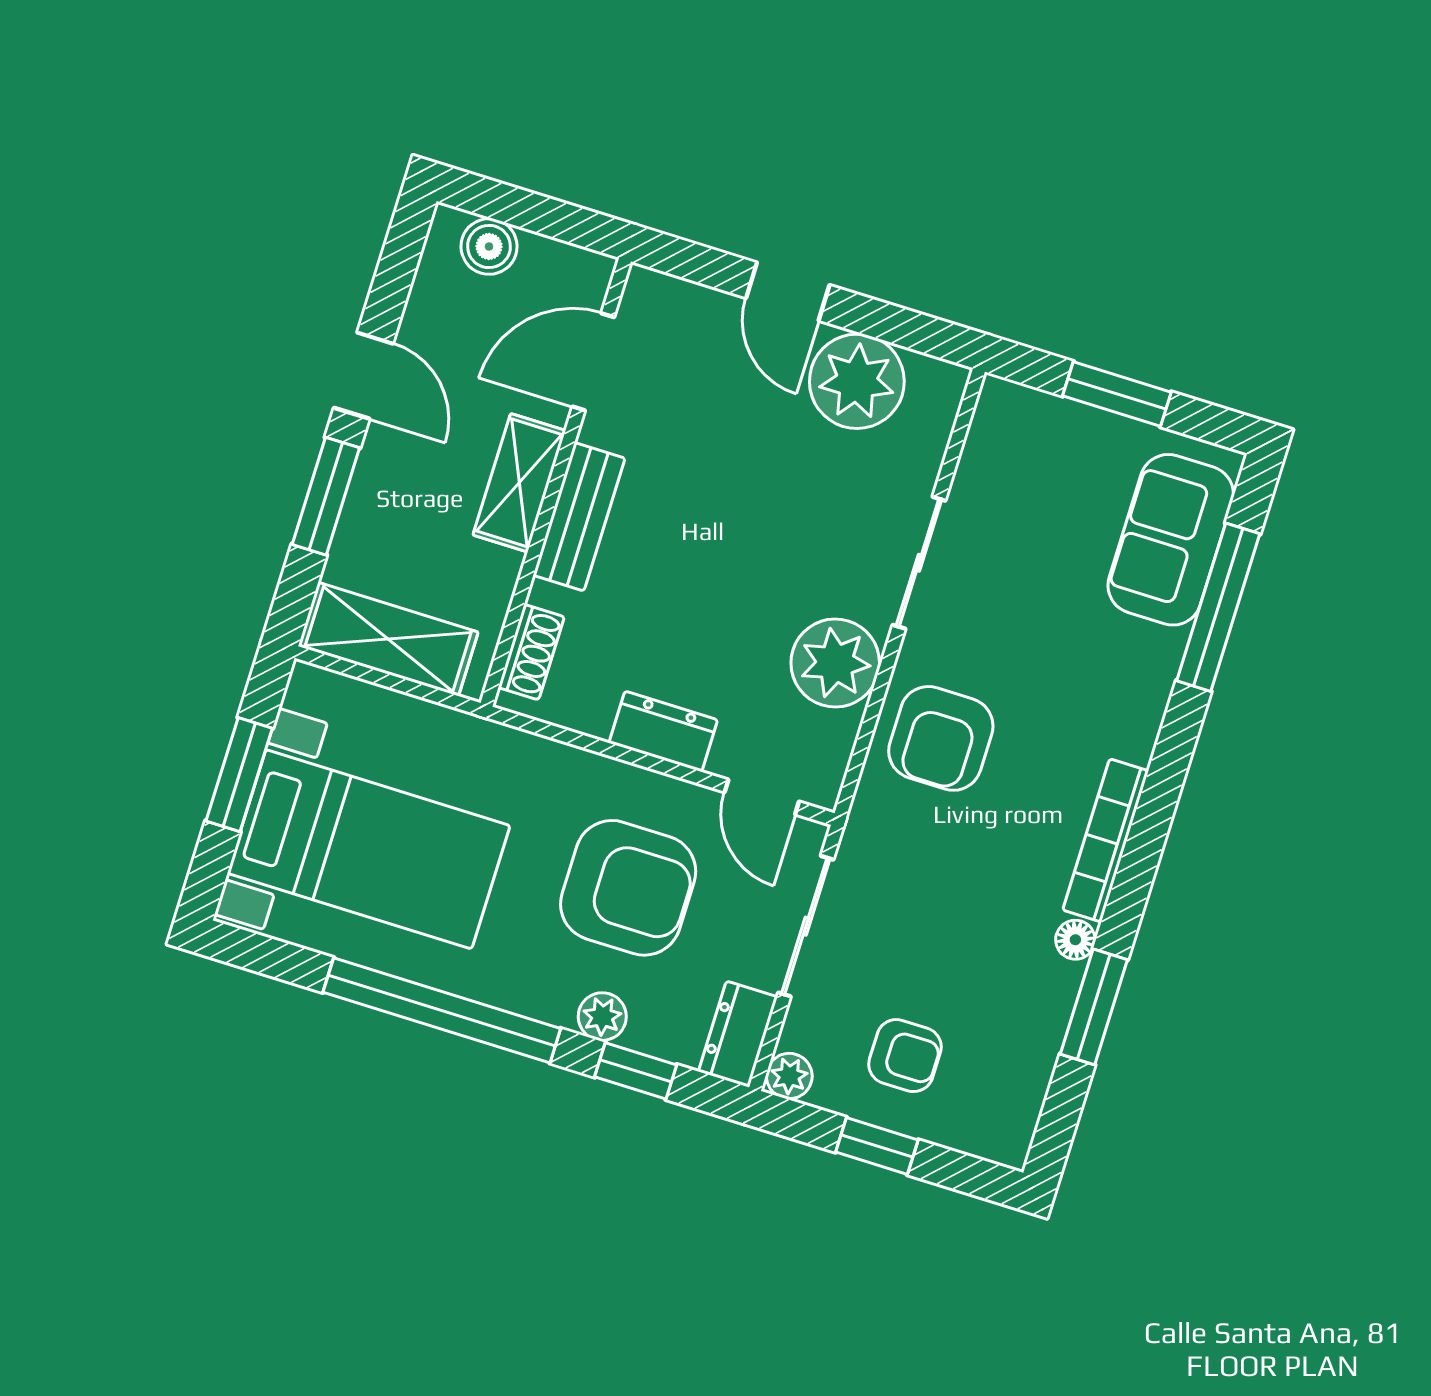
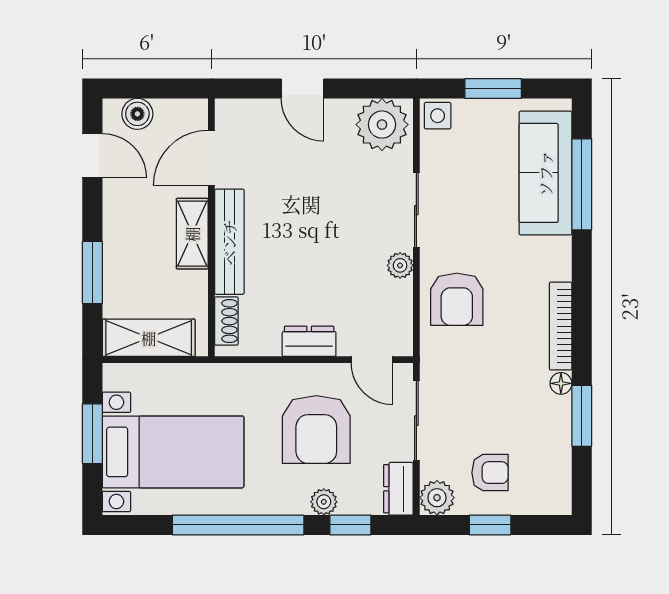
door: (363, 376) -> (92, 156), moved
plant: (857, 381) -> (382, 125), moved
side table: (1006, 411) -> (438, 116), added
bench: (579, 517) -> (229, 242), width x1.36
sofa: (1171, 540) -> (545, 173), width x1.36
plant: (835, 663) -> (400, 265), width x0.53, depth x0.53
armchair: (628, 888) -> (316, 430), turned 90
plant: (789, 1076) -> (437, 498), width x1.38, depth x1.38

